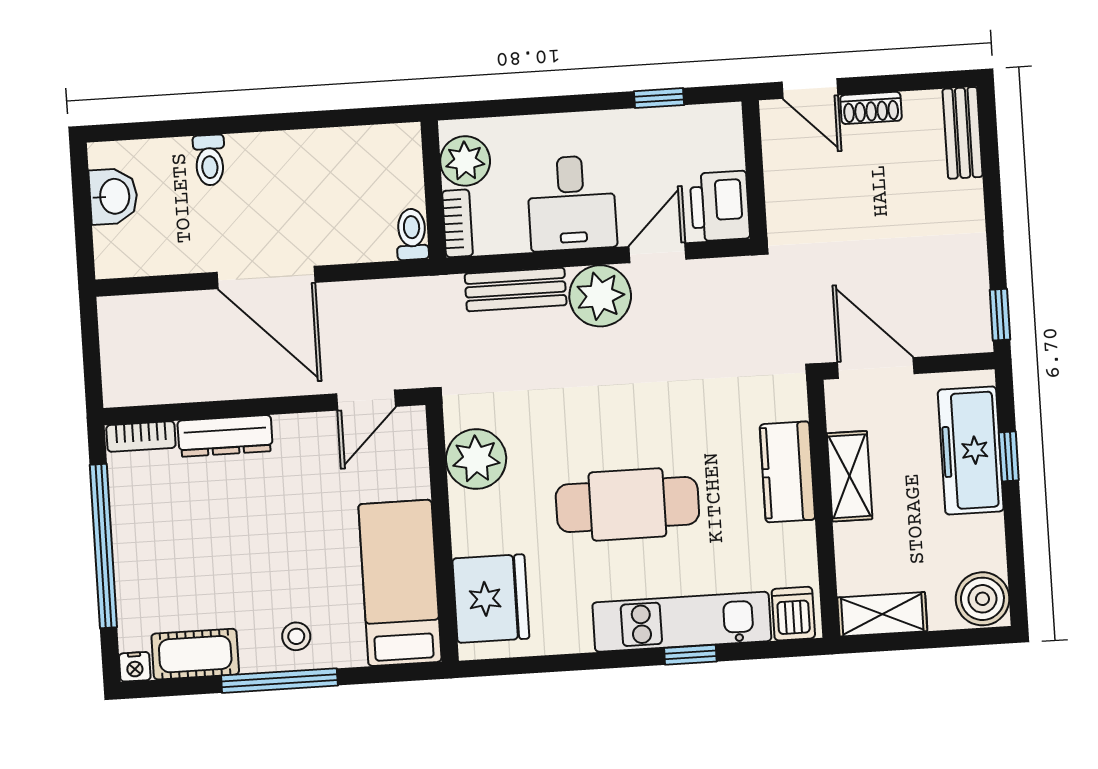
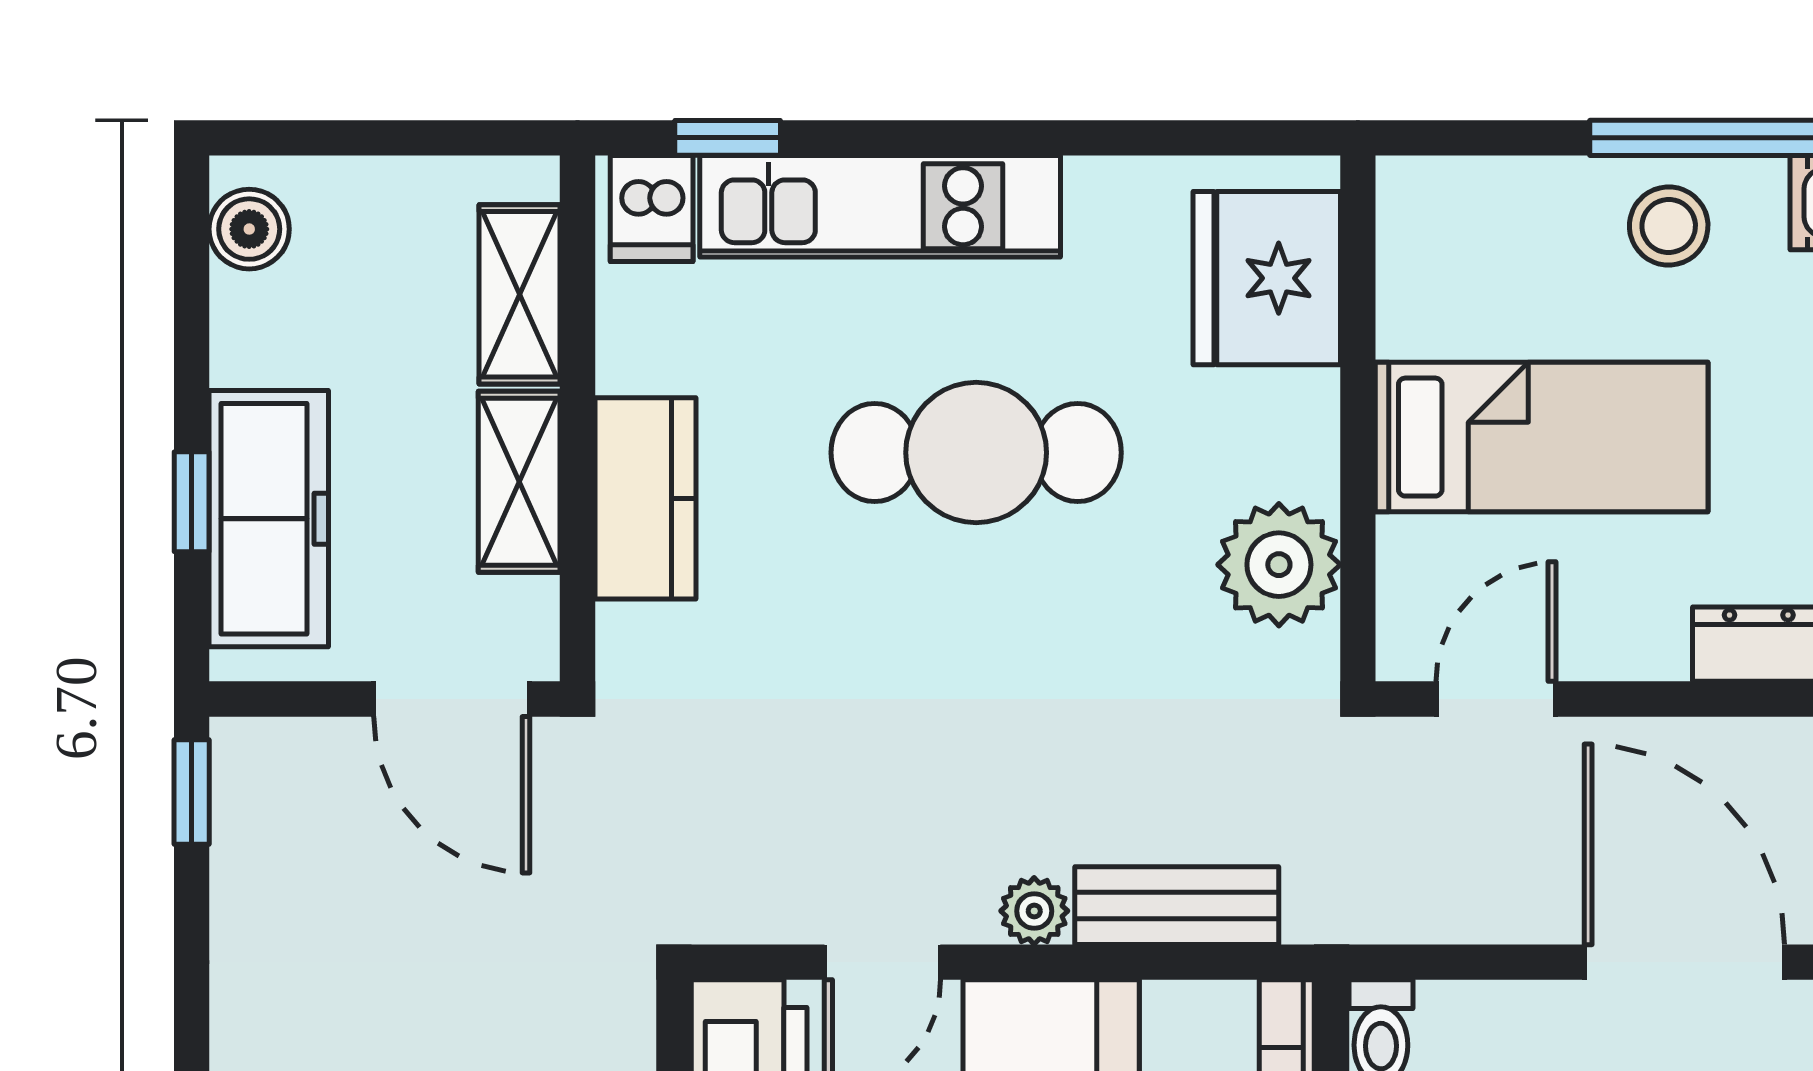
plant: (600, 296) -> (1034, 911), width x0.53, depth x0.53
bed: (400, 583) -> (1542, 437), moved, turned -90
boiler: (982, 599) -> (249, 229), width x0.73, depth x0.73
shelving: (882, 614) -> (520, 294), moved, turned 90
stool: (296, 636) -> (1669, 226), width x1.37, depth x1.37
window: (690, 655) -> (728, 138), moved

